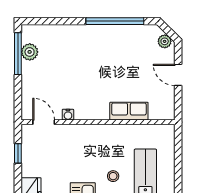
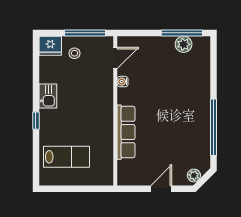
row of seats: (129, 111) -> (126, 132), width x1.48
window: (18, 153) -> (85, 33), width x2.17
stool: (113, 176) -> (75, 53), moved

